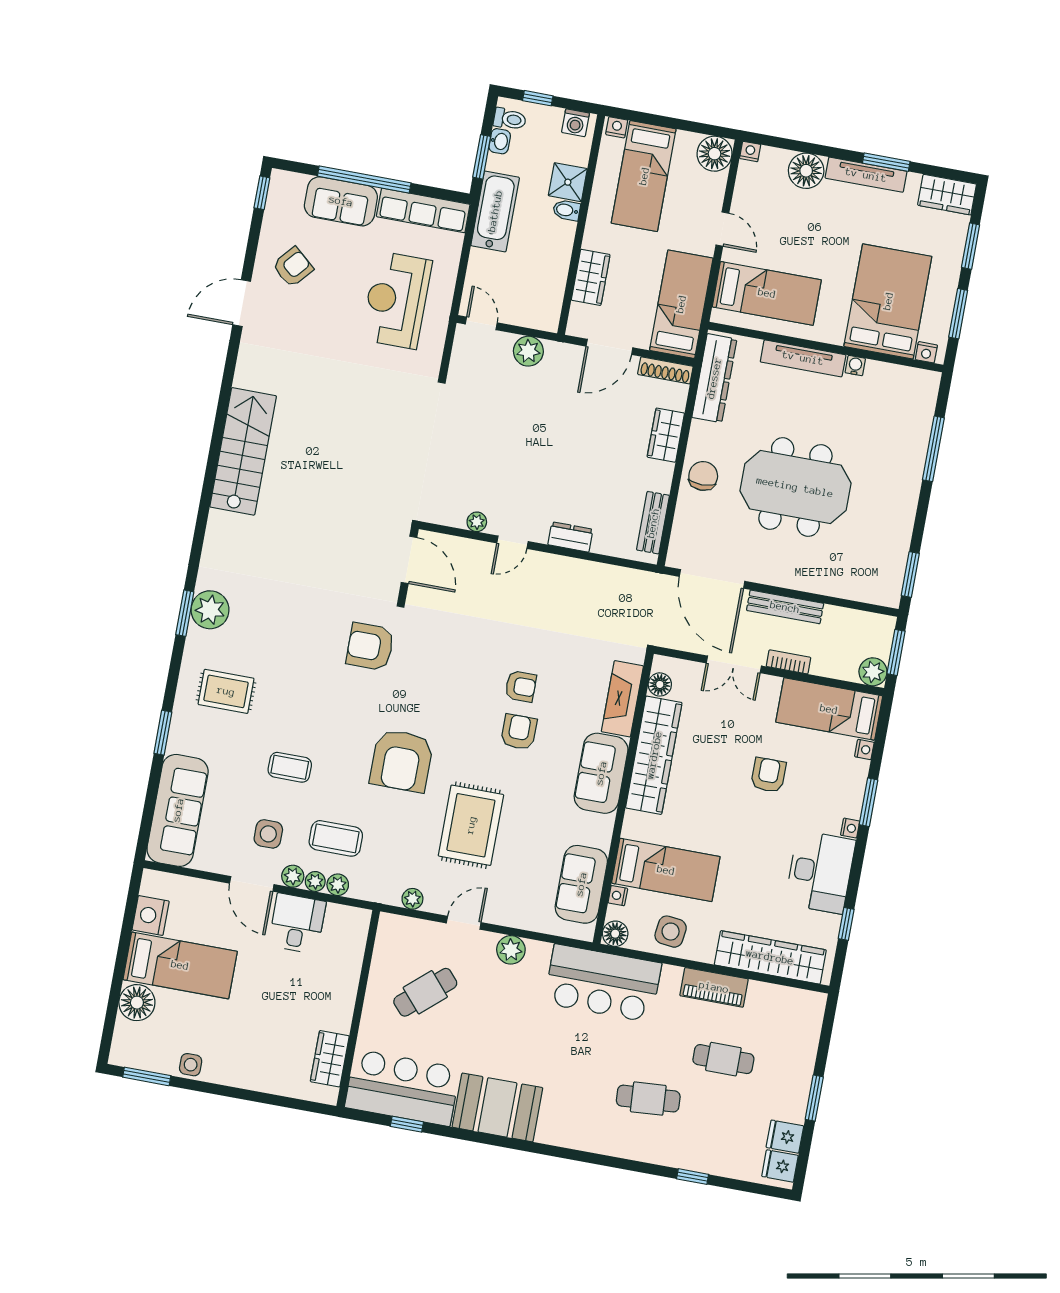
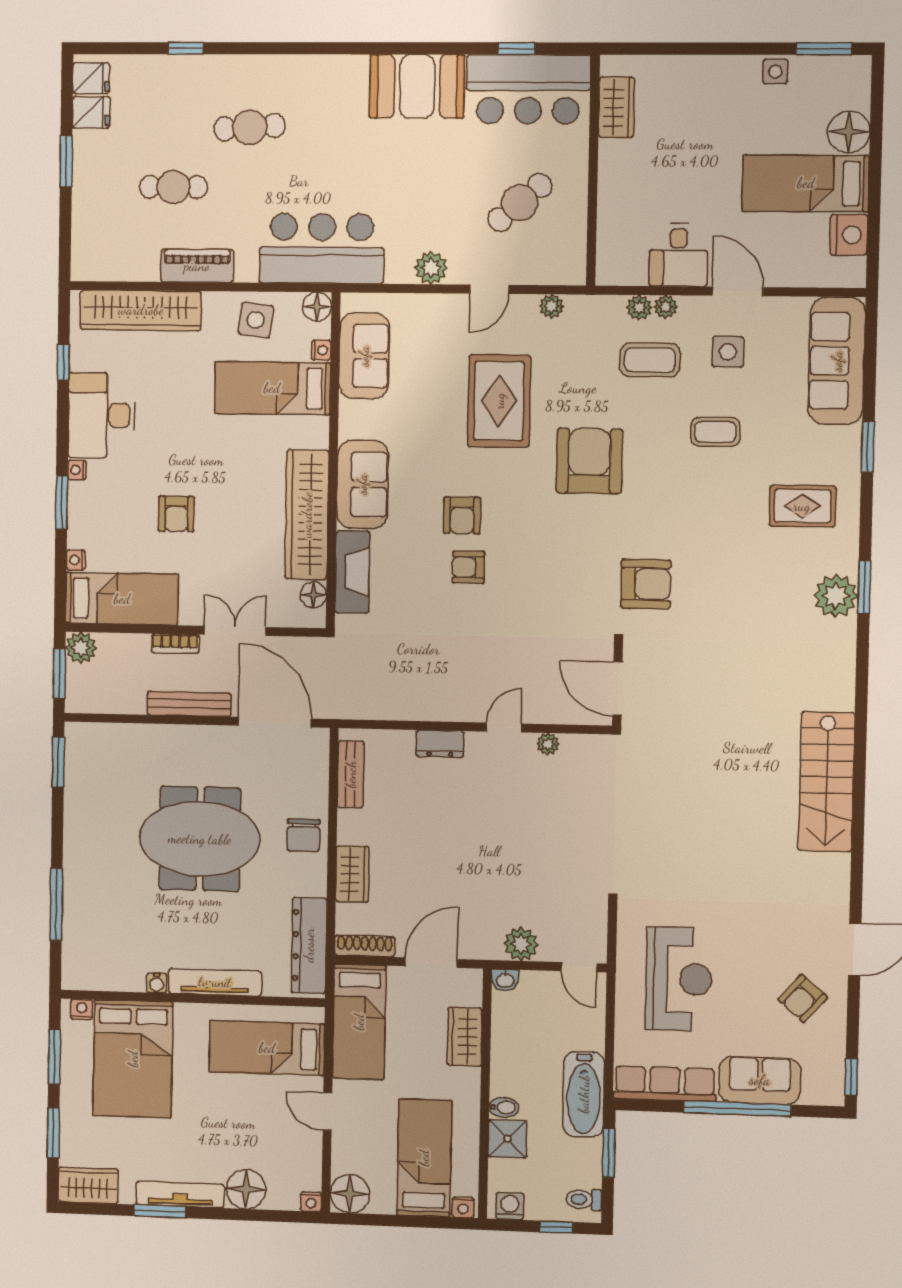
washbasin: (500, 141) -> (505, 980), moved, turned -90
plant: (293, 876) -> (692, 308), removed

